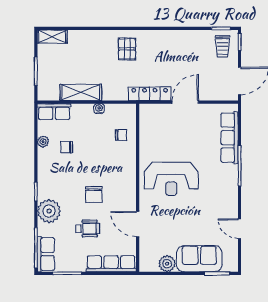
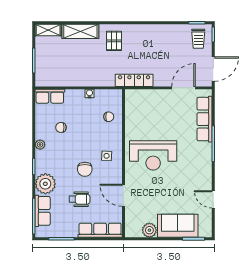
shelving: (81, 92) -> (80, 31), moved
door: (185, 102) -> (183, 88), moved
plant: (43, 142) -> (40, 145), moved
side table: (118, 179) -> (107, 156), added
row of seats: (46, 254) -> (43, 211), moved

